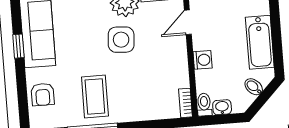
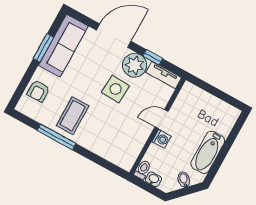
door: (188, 22) -> (161, 119), moved
window: (18, 46) -> (44, 48), width x1.50
bookcase: (186, 103) -> (131, 160), removed

